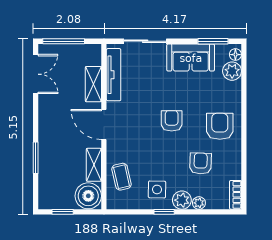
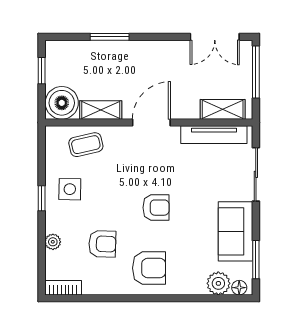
shelving: (93, 84) -> (223, 109), moved
plant: (182, 200) -> (56, 220), removed

